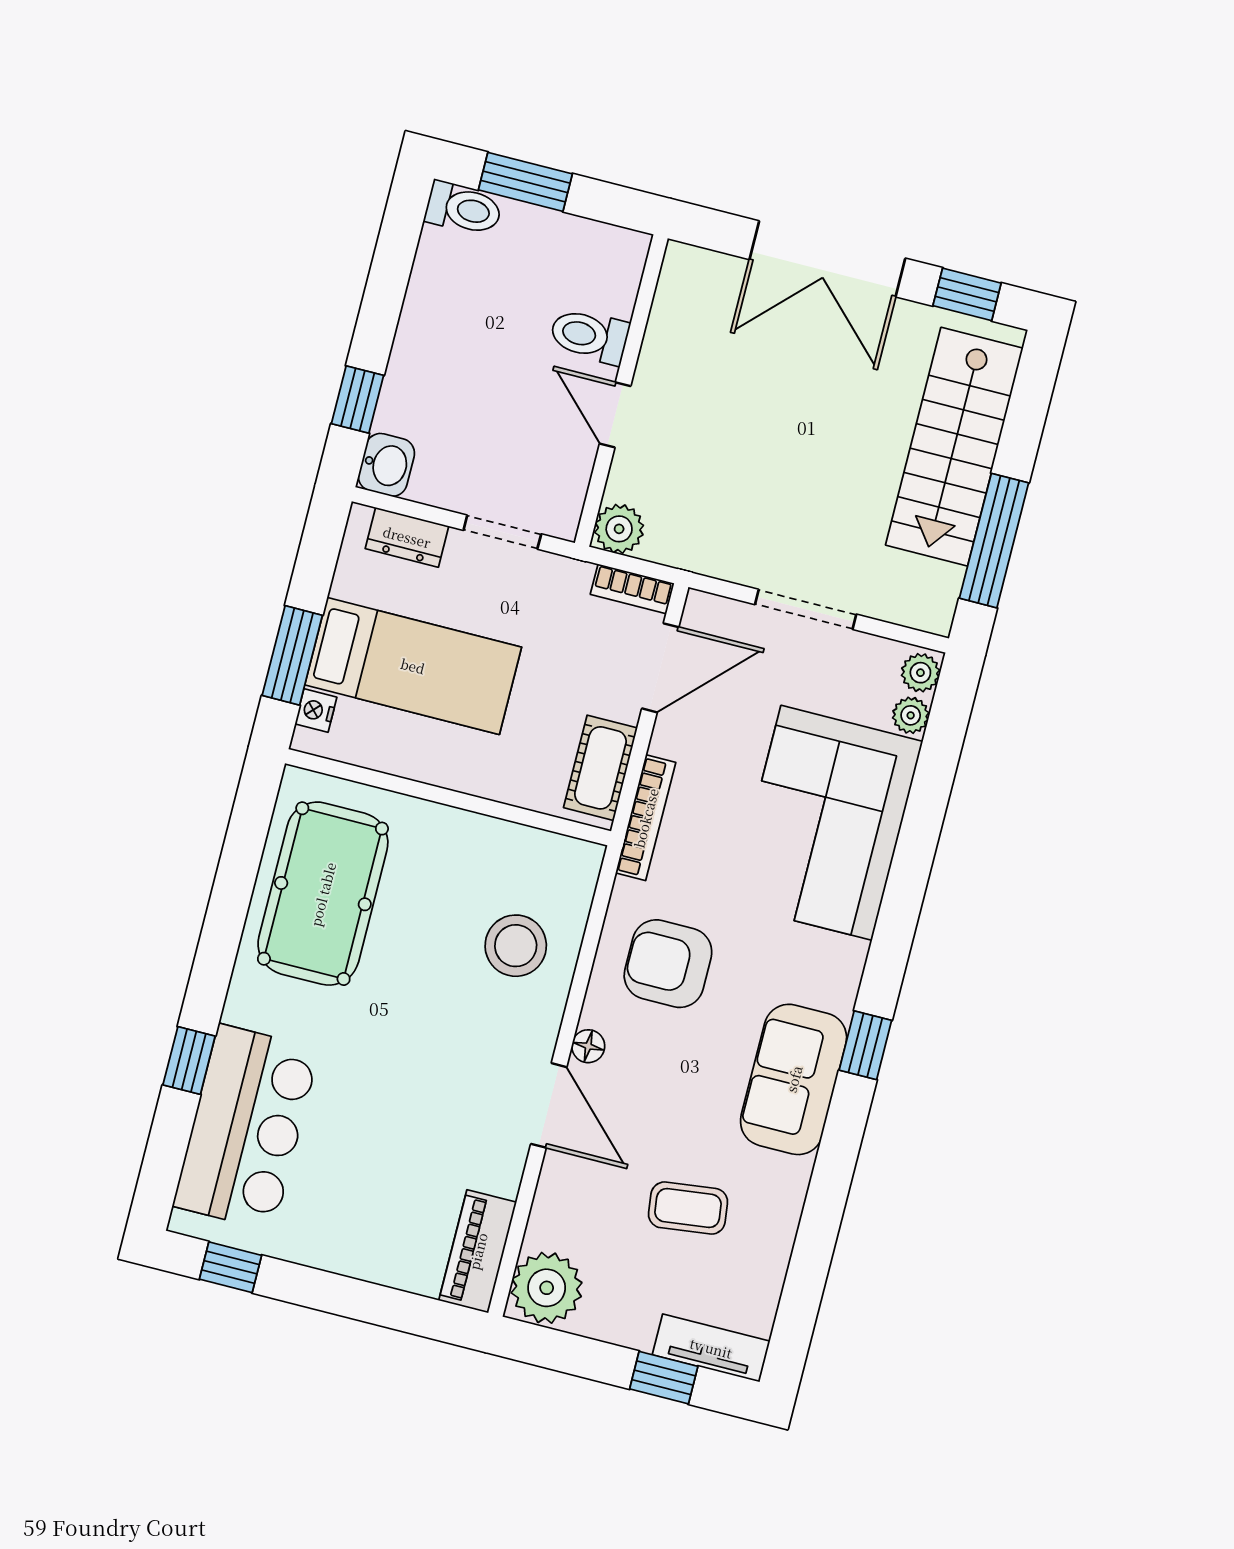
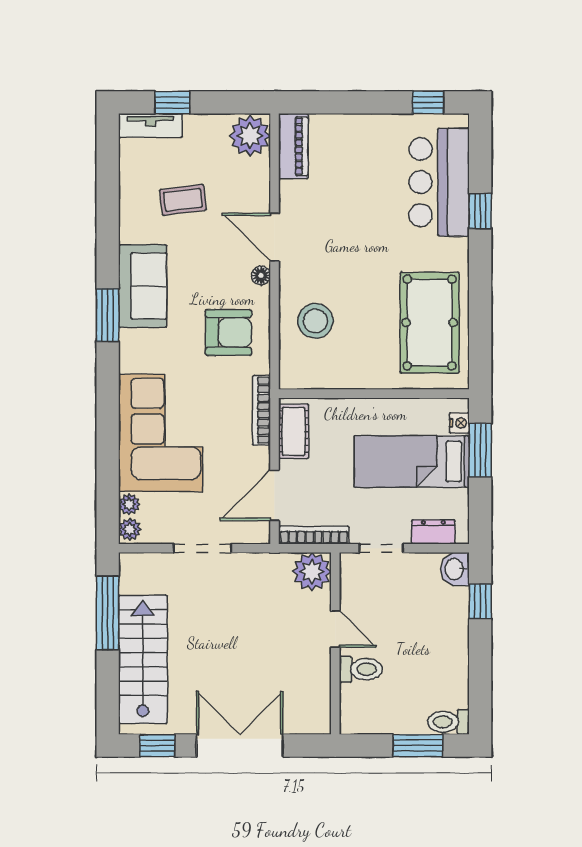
plant: (619, 529) -> (312, 572), width x1.36, depth x1.36
bookcase: (632, 589) -> (314, 535), width x1.56
window: (865, 1045) -> (108, 315), width x1.50

